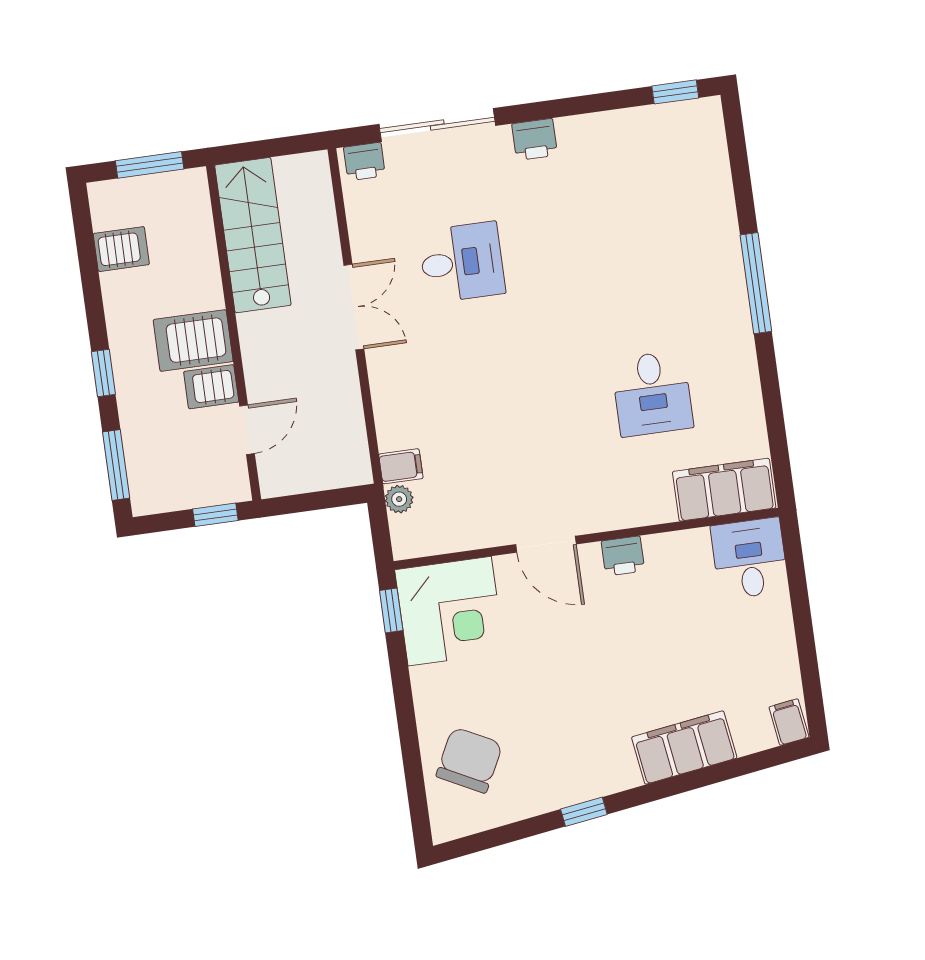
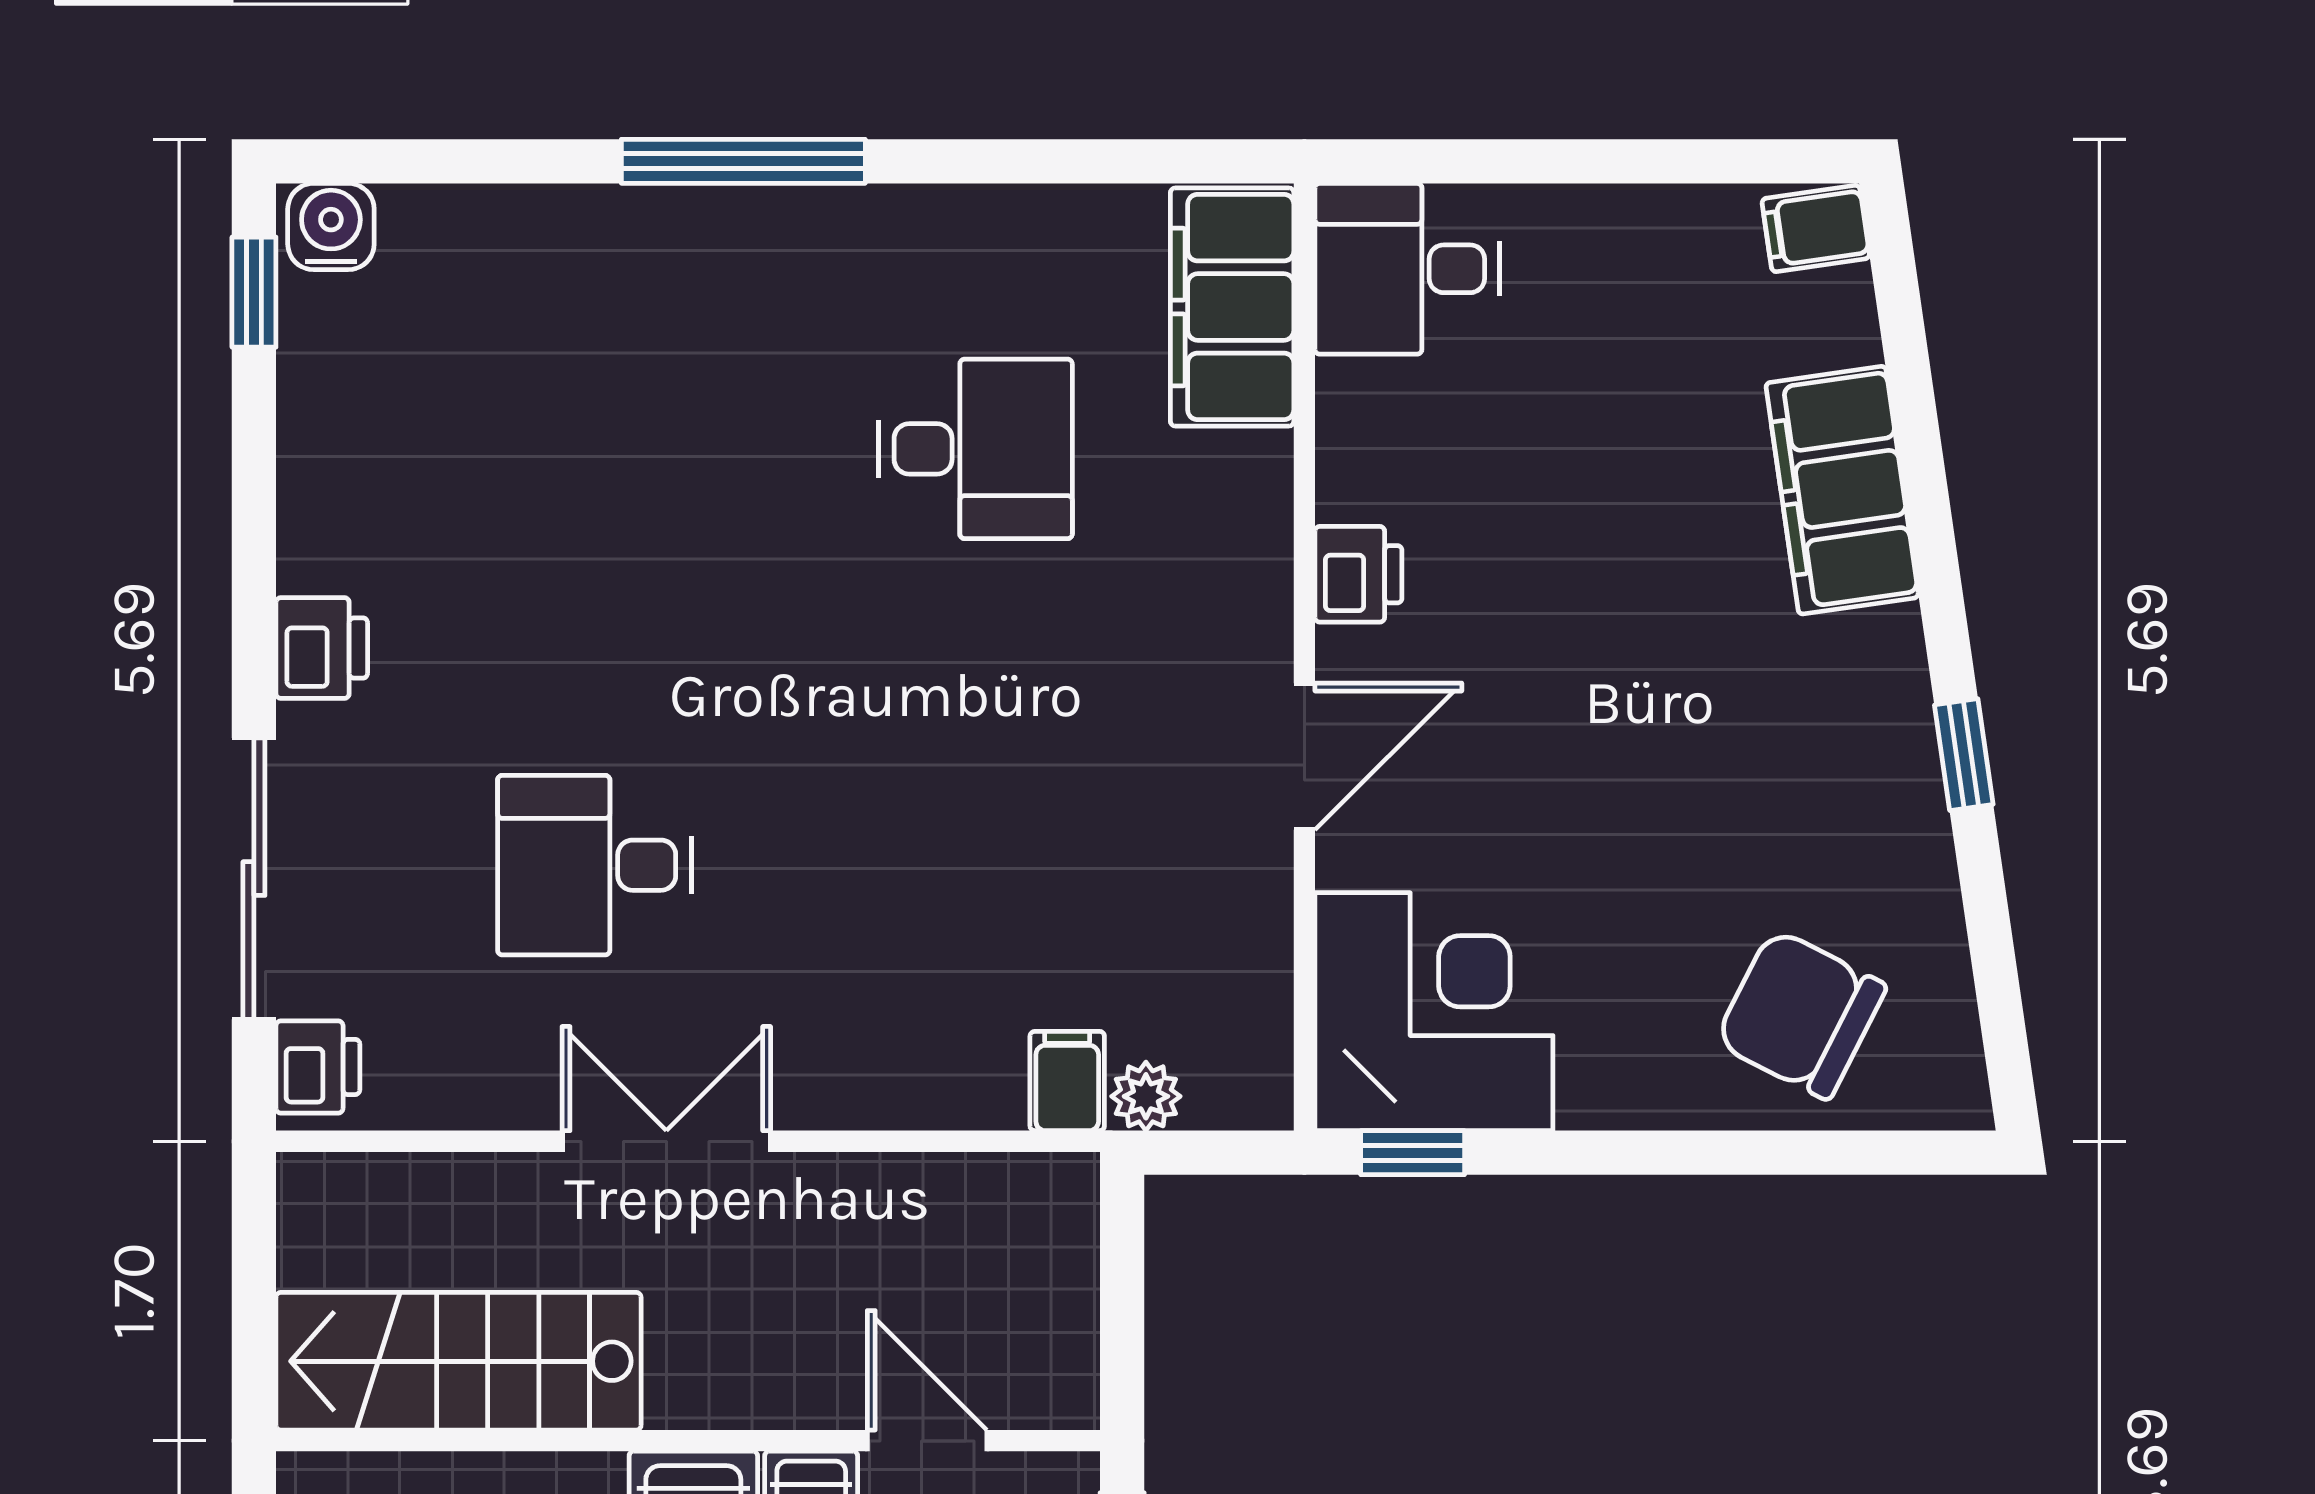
water cooler: (706, 119) -> (331, 227), added
desk: (462, 262) -> (594, 865), turned -90

